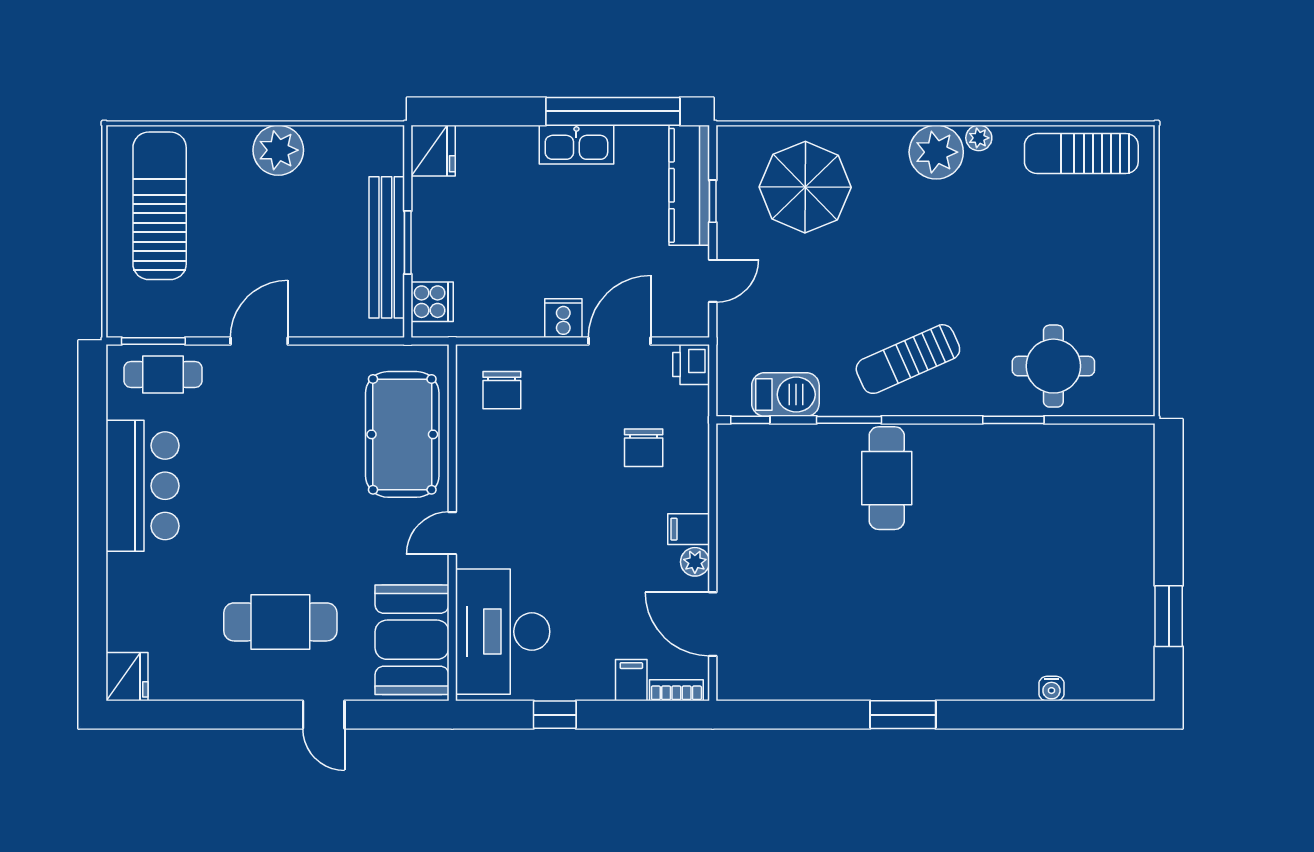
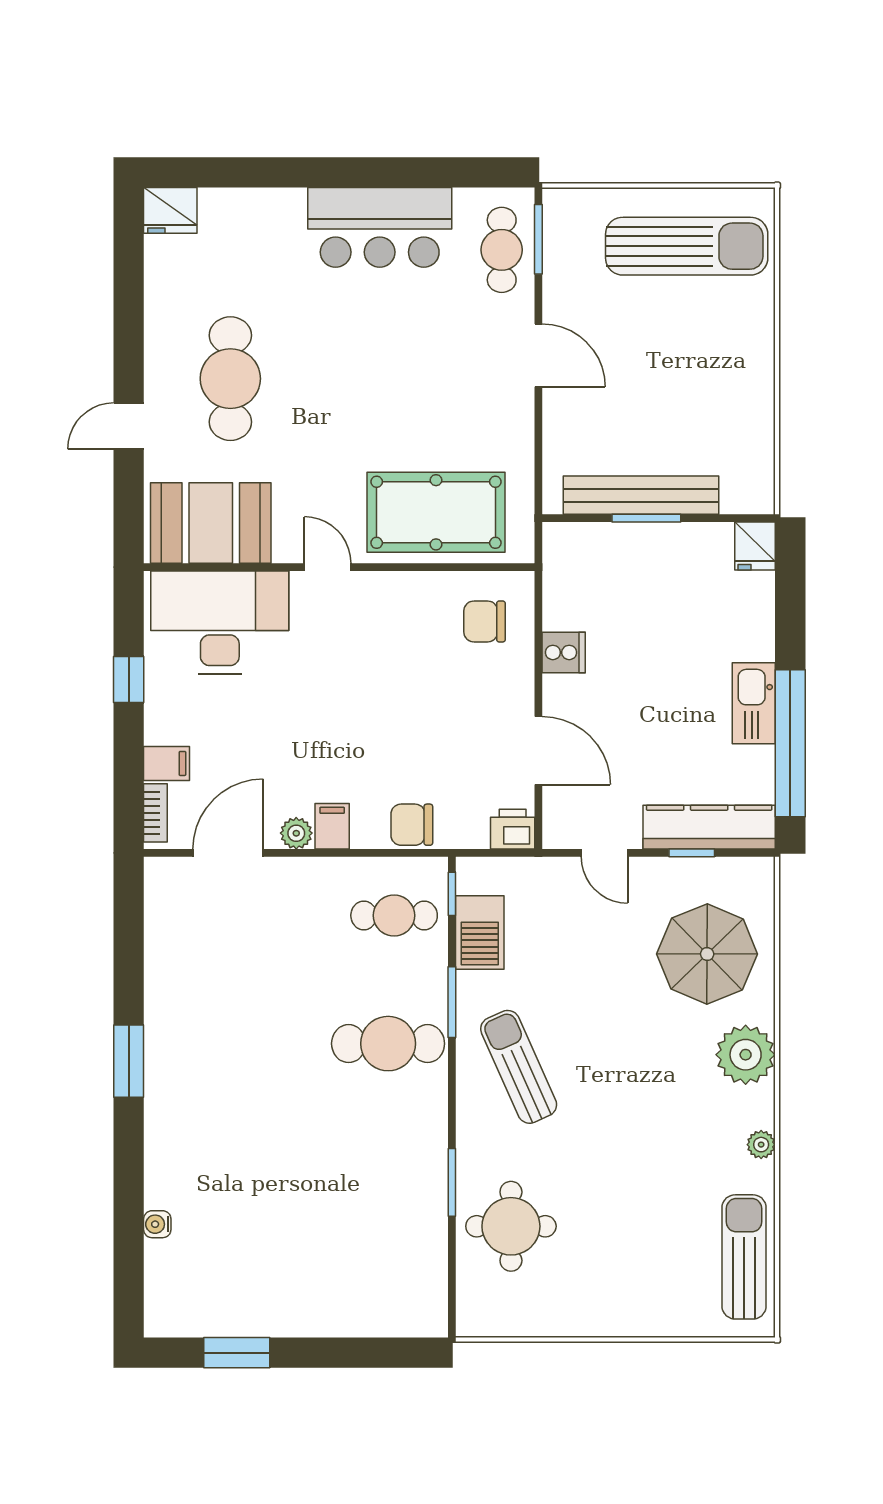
plant: (278, 150) -> (748, 376), removed
fridge: (433, 151) -> (755, 546), width x0.72
plant: (936, 152) -> (746, 1055), moved
cooker: (432, 302) -> (582, 545), removed
cooker: (563, 318) -> (564, 652), moved
chair: (644, 448) -> (412, 825), moved
cafe table: (770, 473) -> (394, 915), added

